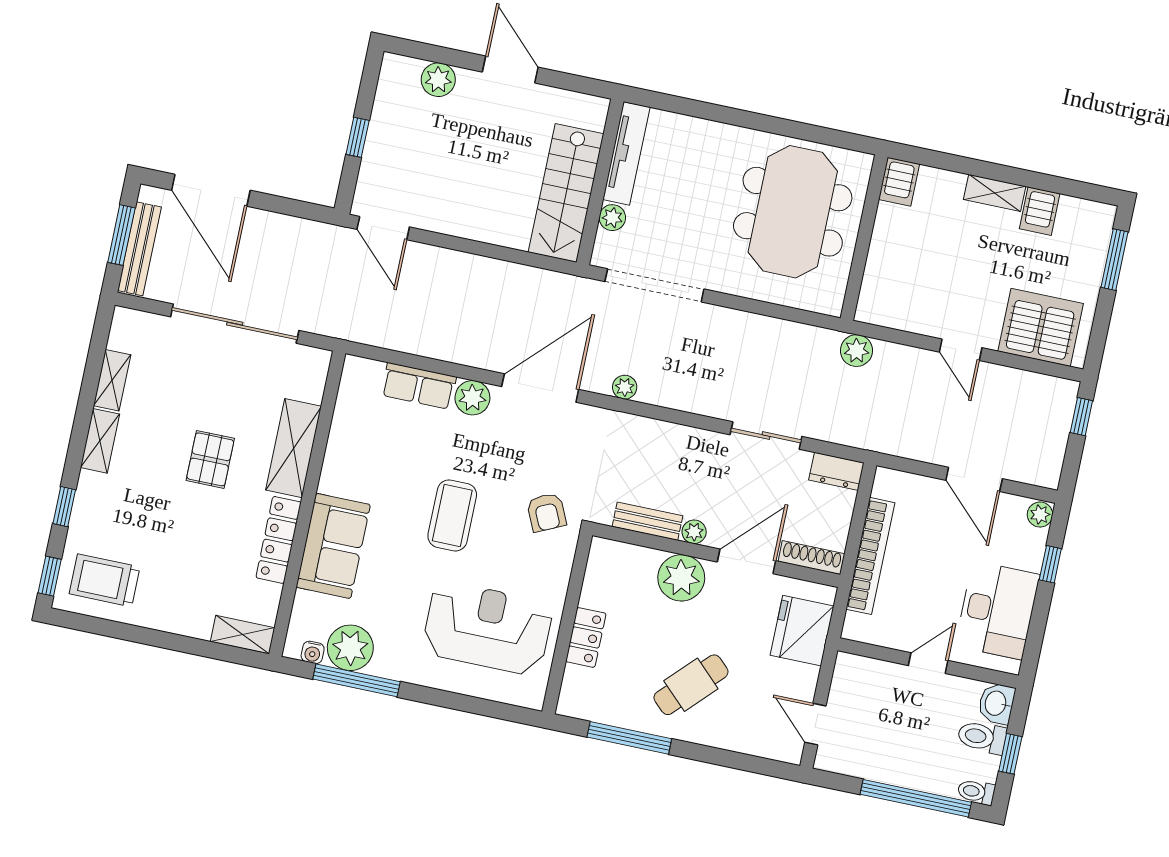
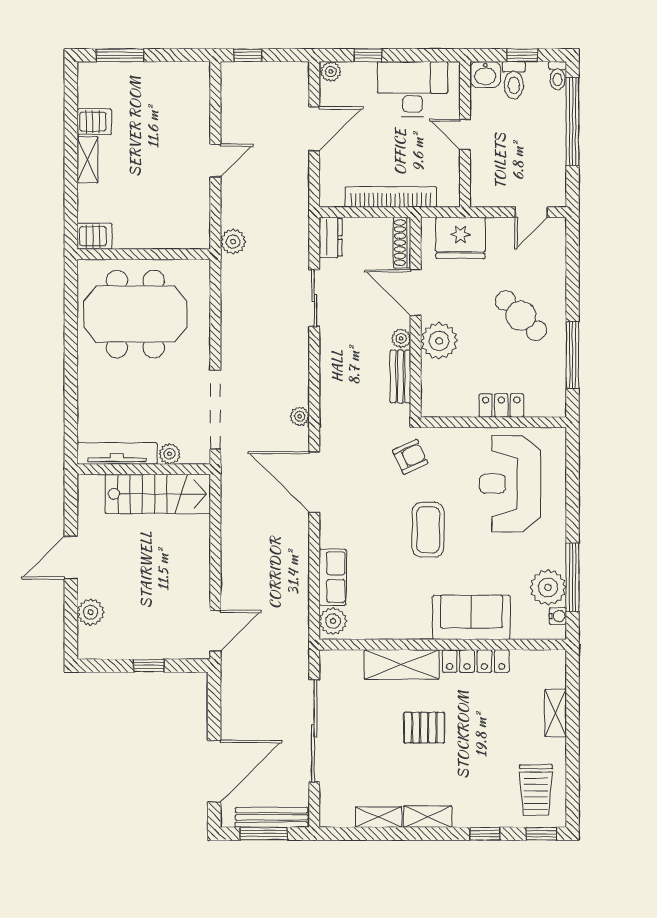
server rack: (1041, 327) -> (185, 102), removed
plant: (472, 398) -> (333, 621), moved
coffee table: (452, 515) -> (428, 530), turned 90
shelving: (243, 635) -> (556, 713), moved

